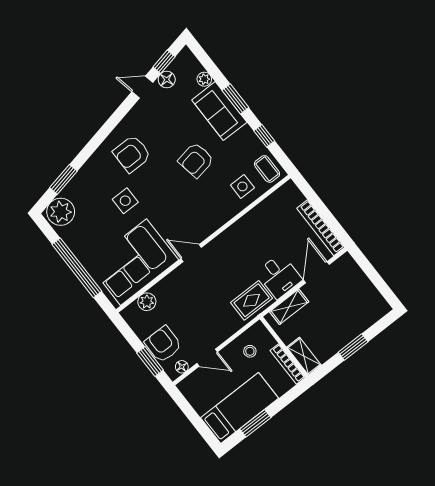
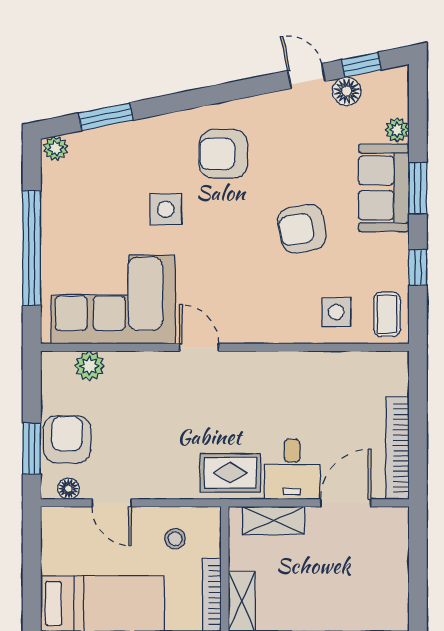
plant: (61, 212) -> (56, 148), width x0.53, depth x0.53

